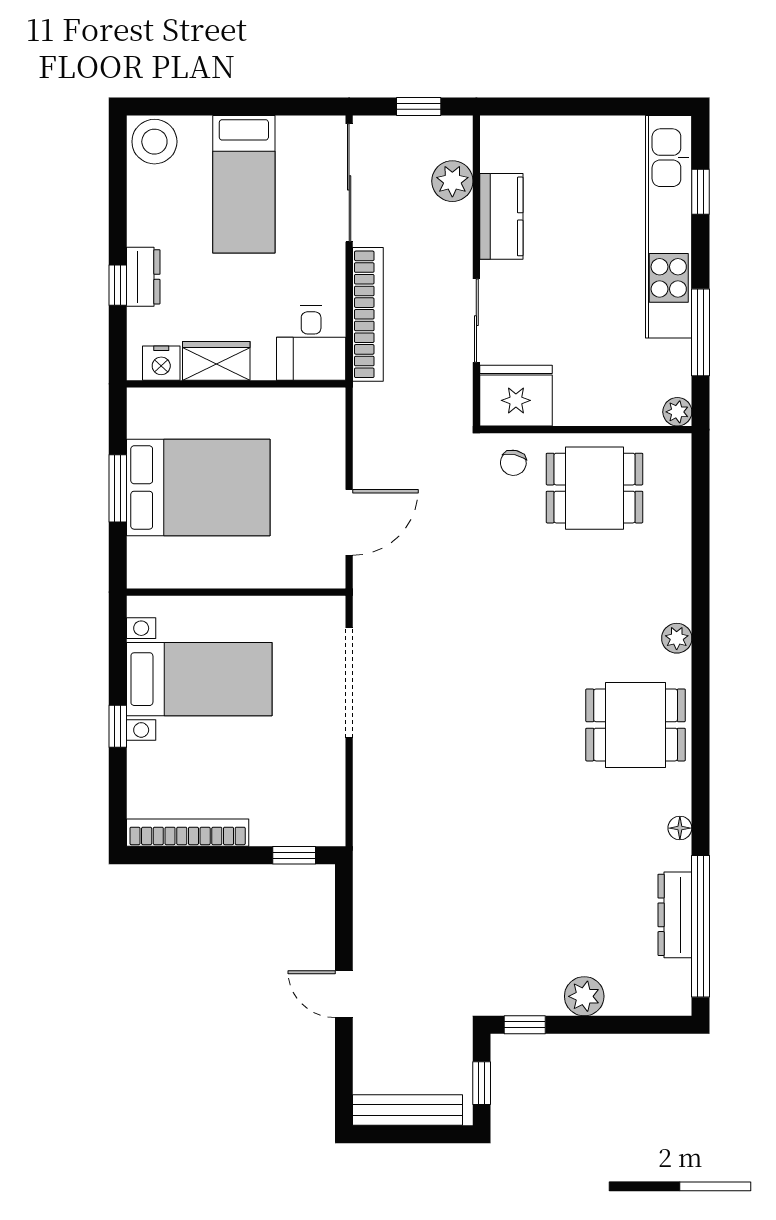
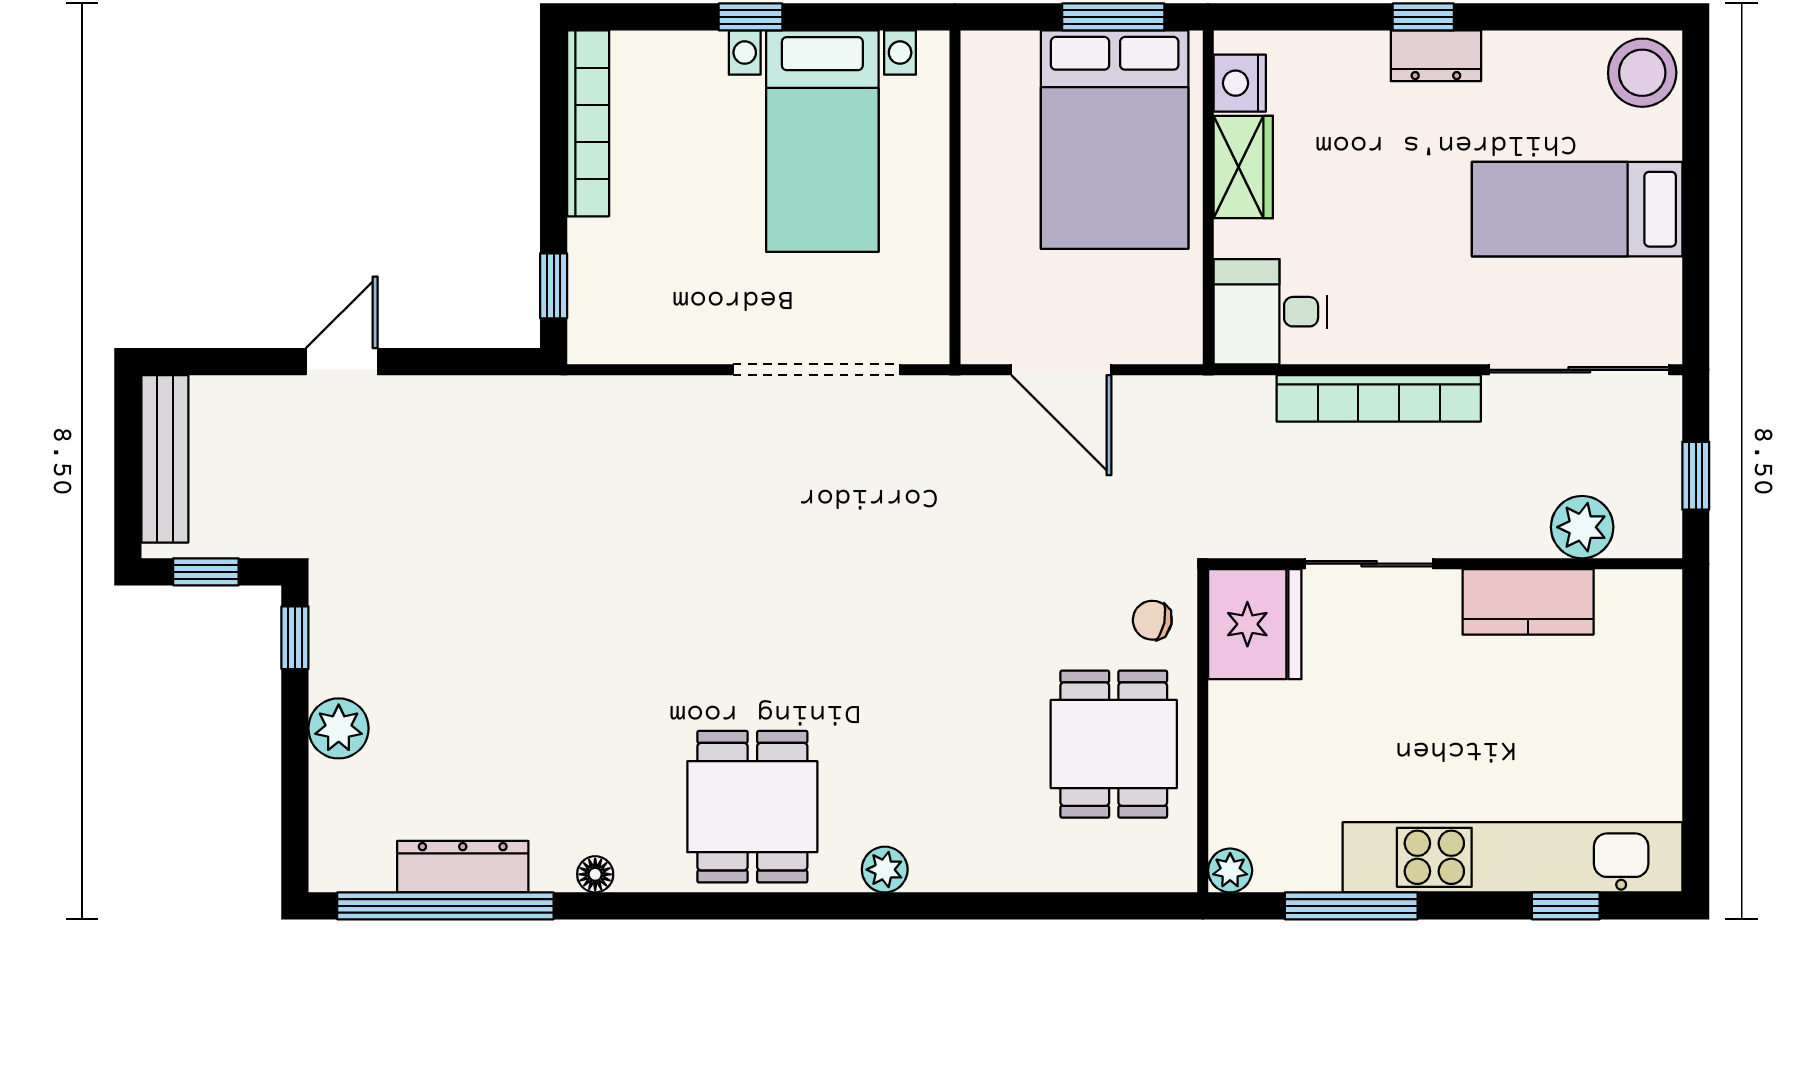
desk: (311, 343) -> (1270, 312), moved
wardrobe: (216, 361) -> (1243, 167), moved
nightstand: (161, 363) -> (1240, 83), moved
wall: (236, 384) -> (1208, 197), moved

